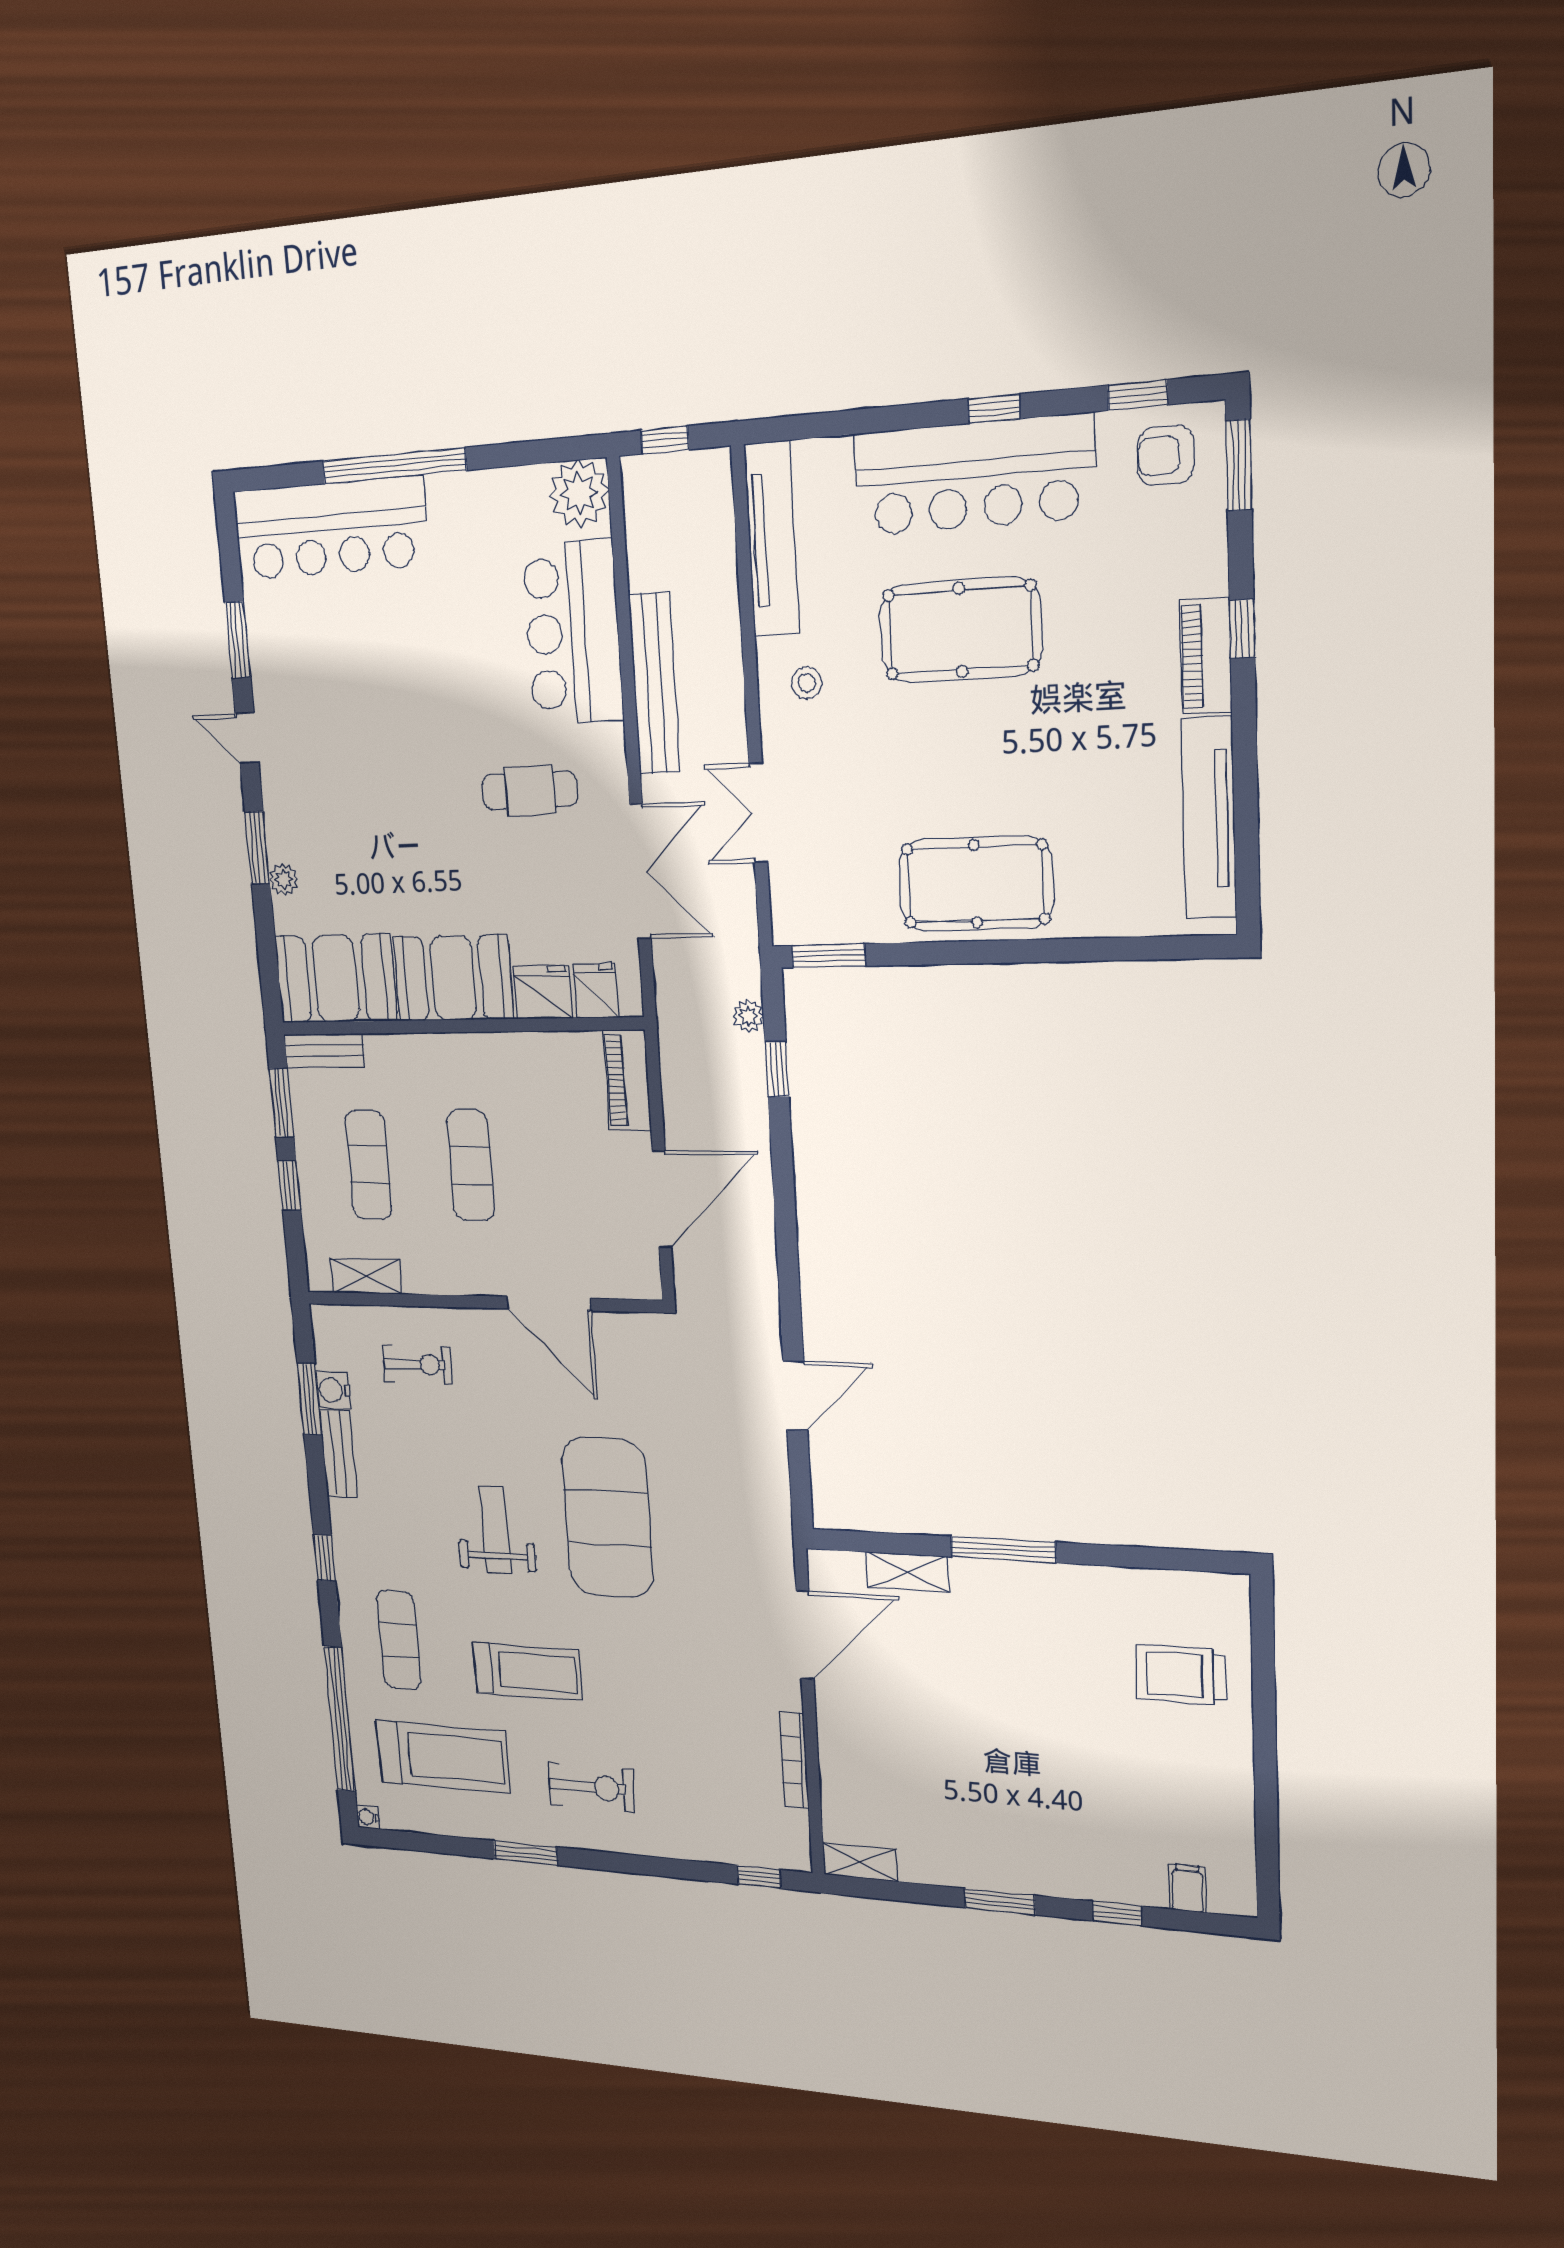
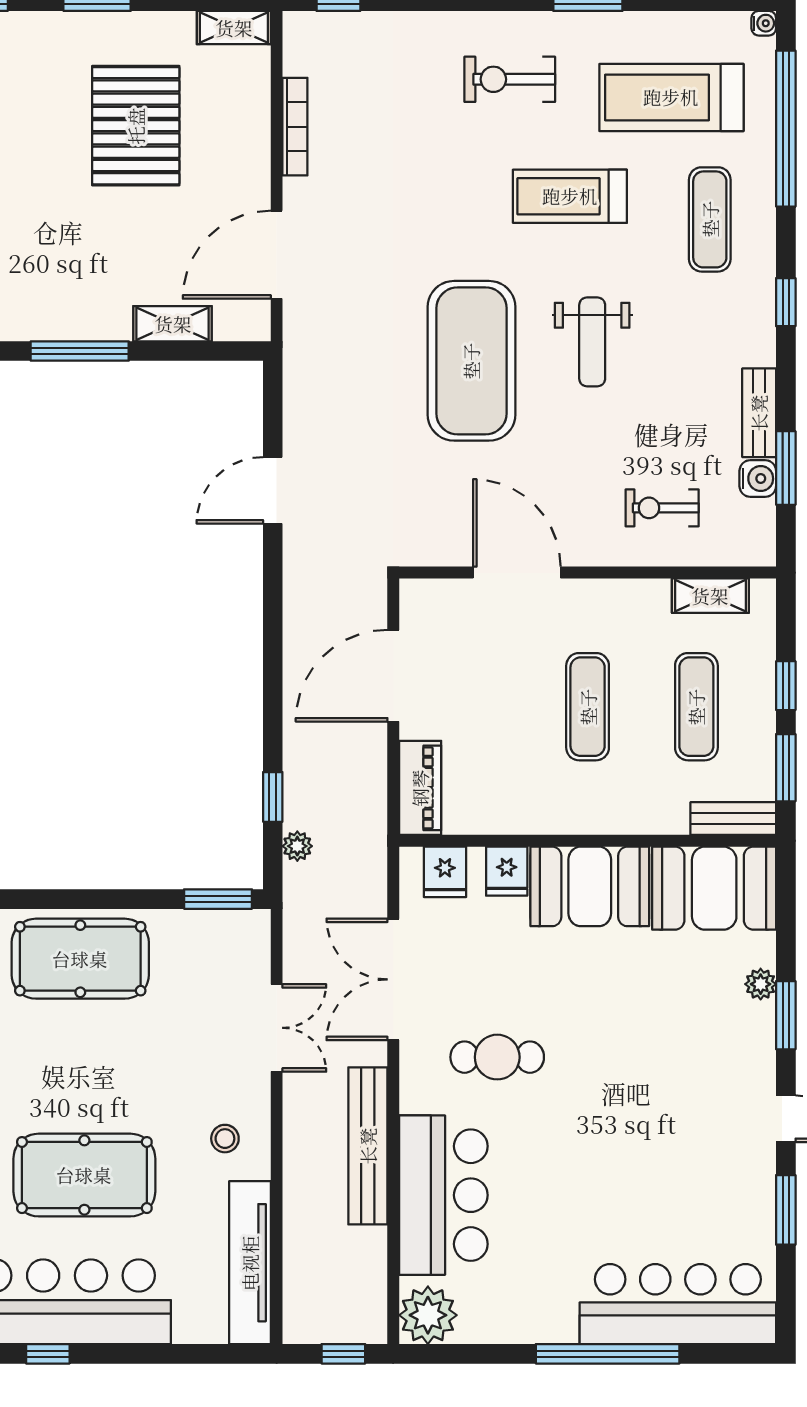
fridge: (543, 992) -> (507, 871), width x0.72
pallet: (955, 1775) -> (136, 126), added

